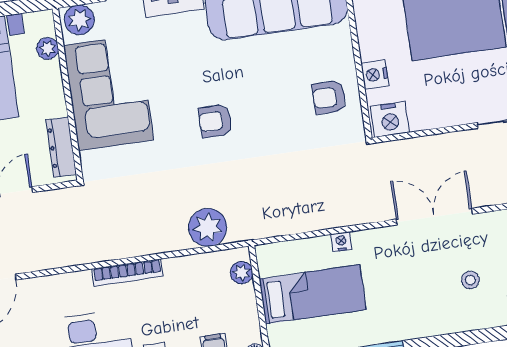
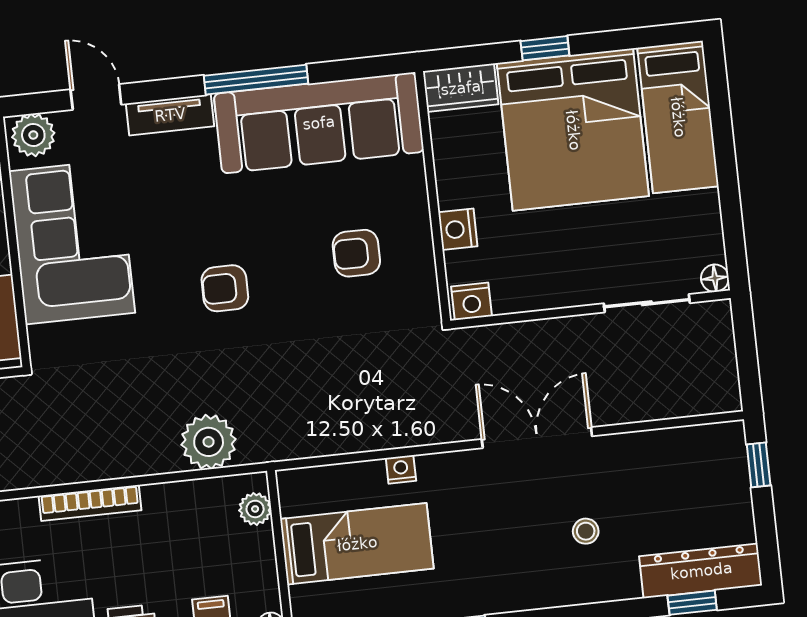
armchair: (329, 97) -> (356, 253), moved
nightstand: (390, 120) -> (471, 301), width x0.74, depth x0.75

